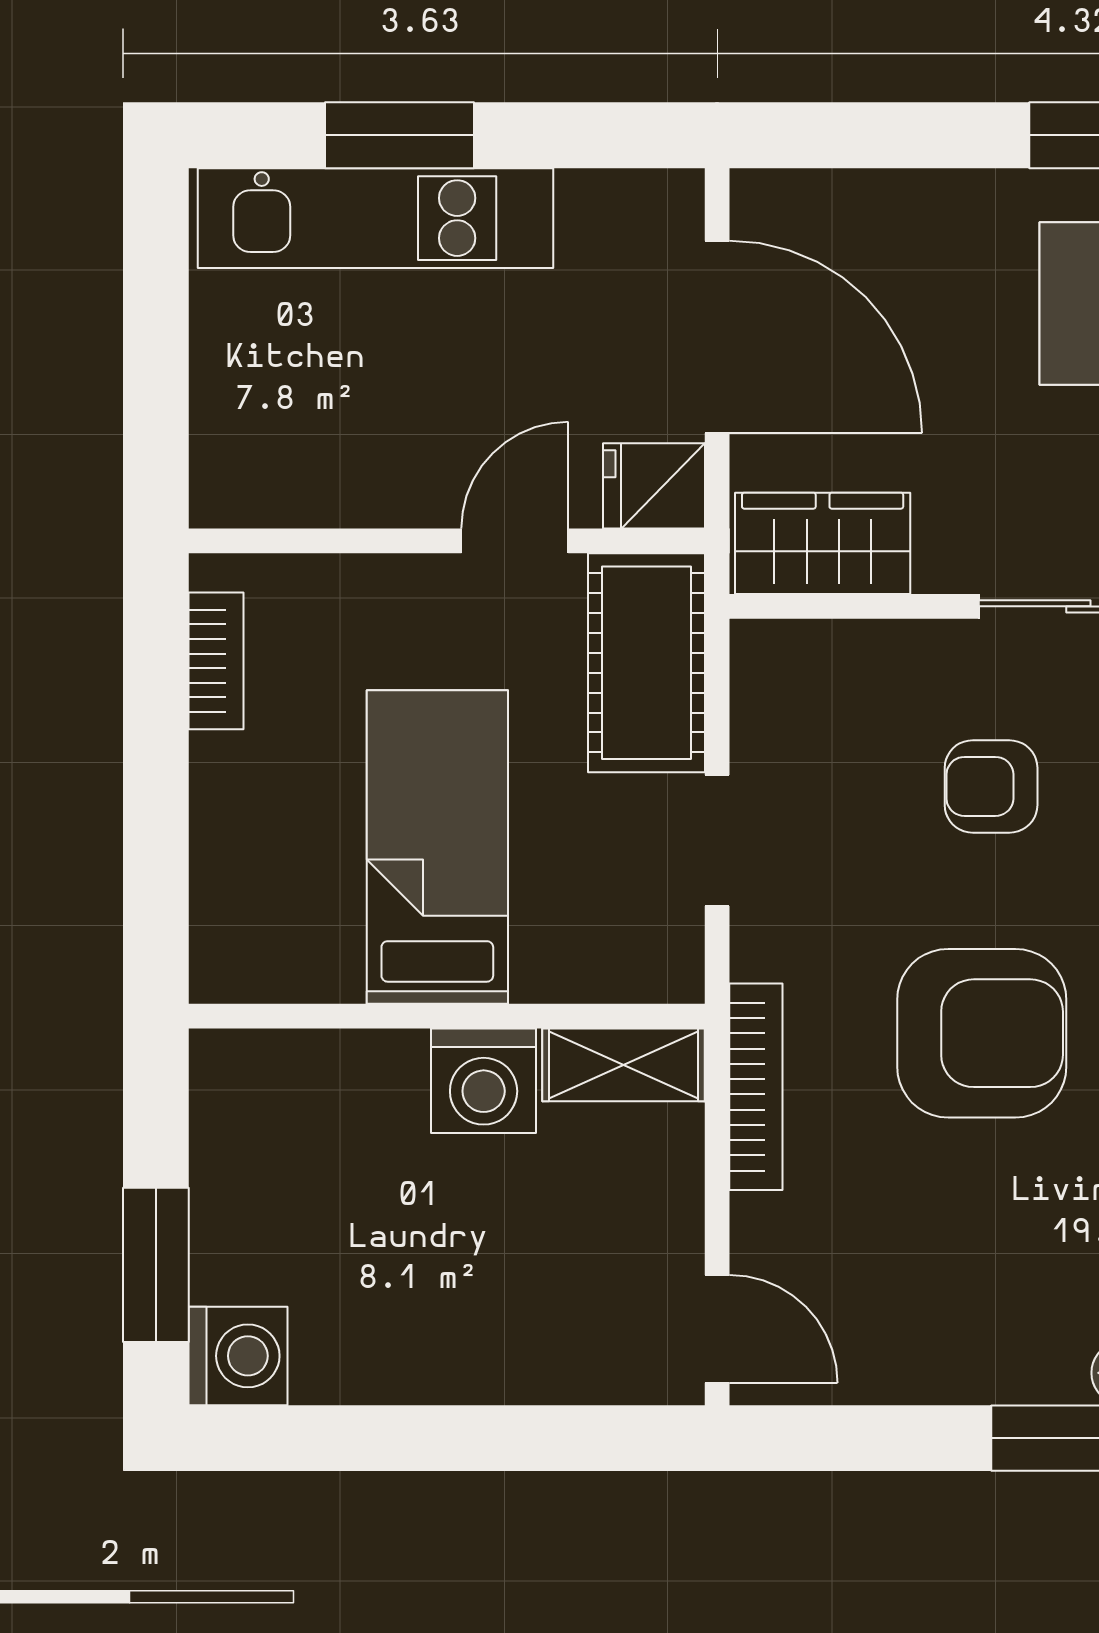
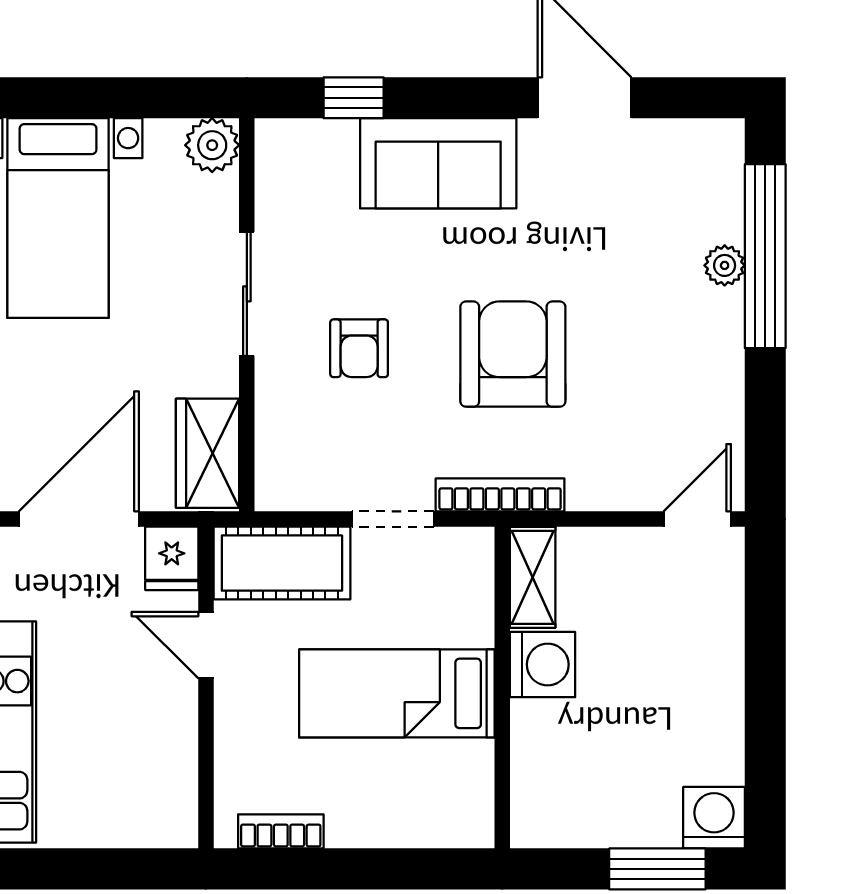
bookcase: (756, 1087) -> (500, 495), moved

